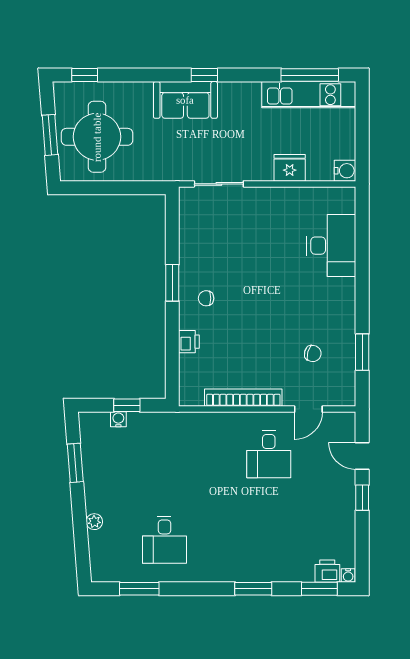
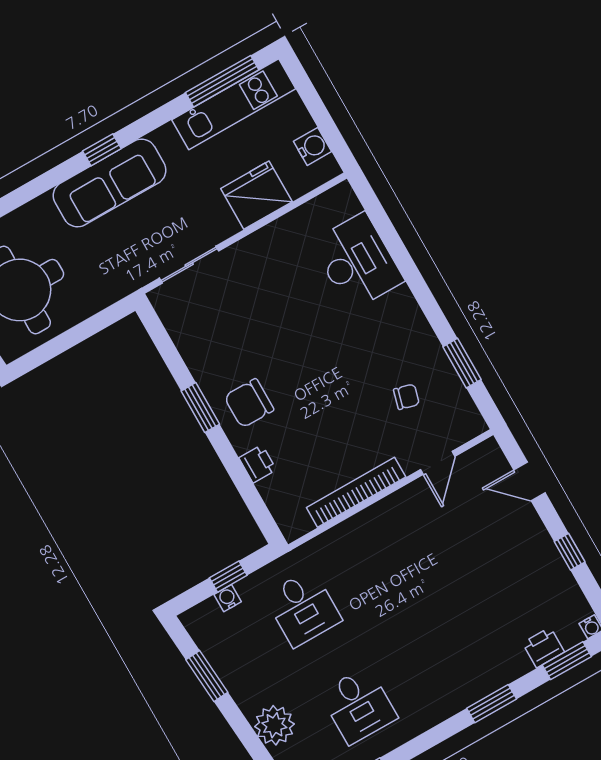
sofa: (185, 100) -> (110, 183), width x1.36
fridge: (290, 168) -> (256, 195), width x1.36, depth x1.34
water cooler: (345, 171) -> (313, 146), moved
chair: (206, 298) -> (249, 403), width x1.87, depth x1.87
desk: (269, 454) -> (303, 608), moved
window: (362, 498) -> (570, 552), moved
plant: (94, 522) -> (274, 725), width x1.87, depth x1.87
printer: (327, 571) -> (543, 647), moved

